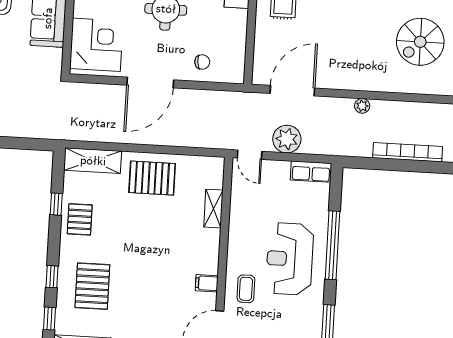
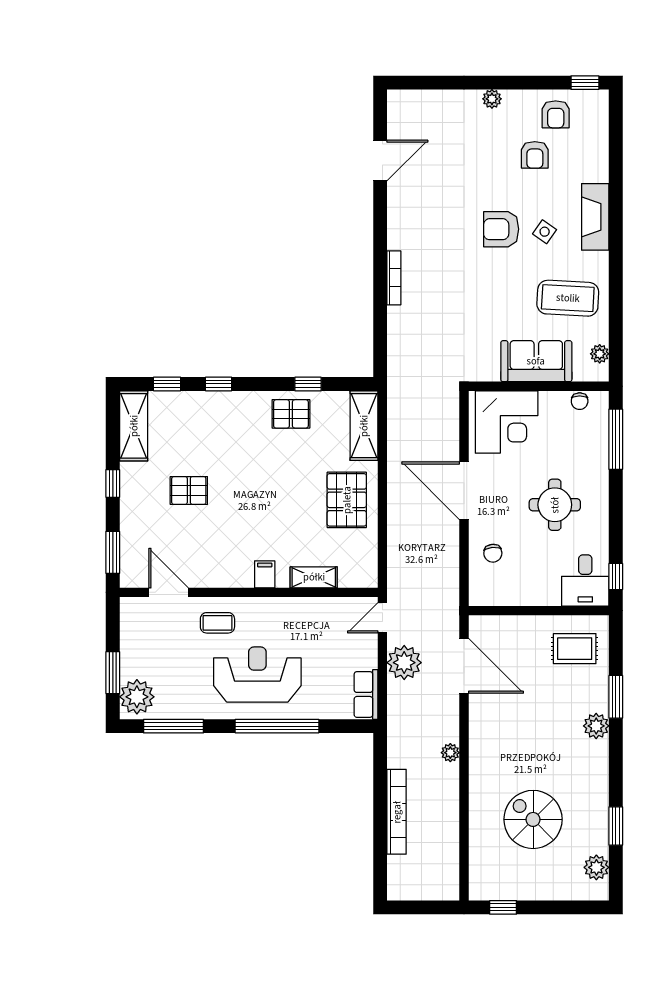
filing cabinet: (207, 283) -> (265, 574), moved
pallet: (92, 286) -> (189, 490), moved, width x0.67, depth x0.71

